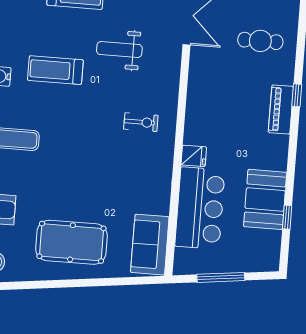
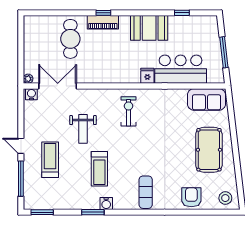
cafe table: (260, 41) -> (70, 39), width x1.37, depth x1.35
piano: (281, 110) -> (103, 22), moved
exercise bike: (141, 122) -> (129, 111), width x1.38, depth x1.39
booth: (265, 199) -> (149, 28), moved

